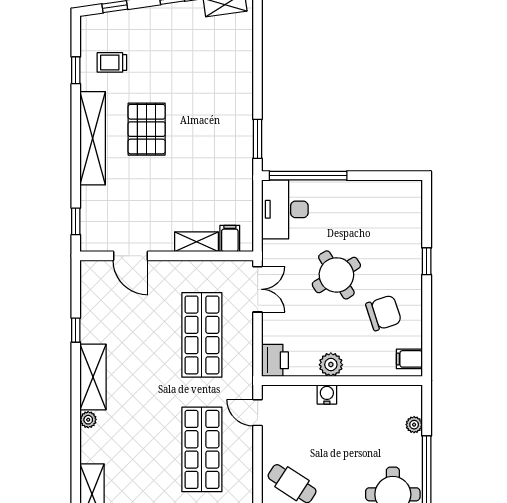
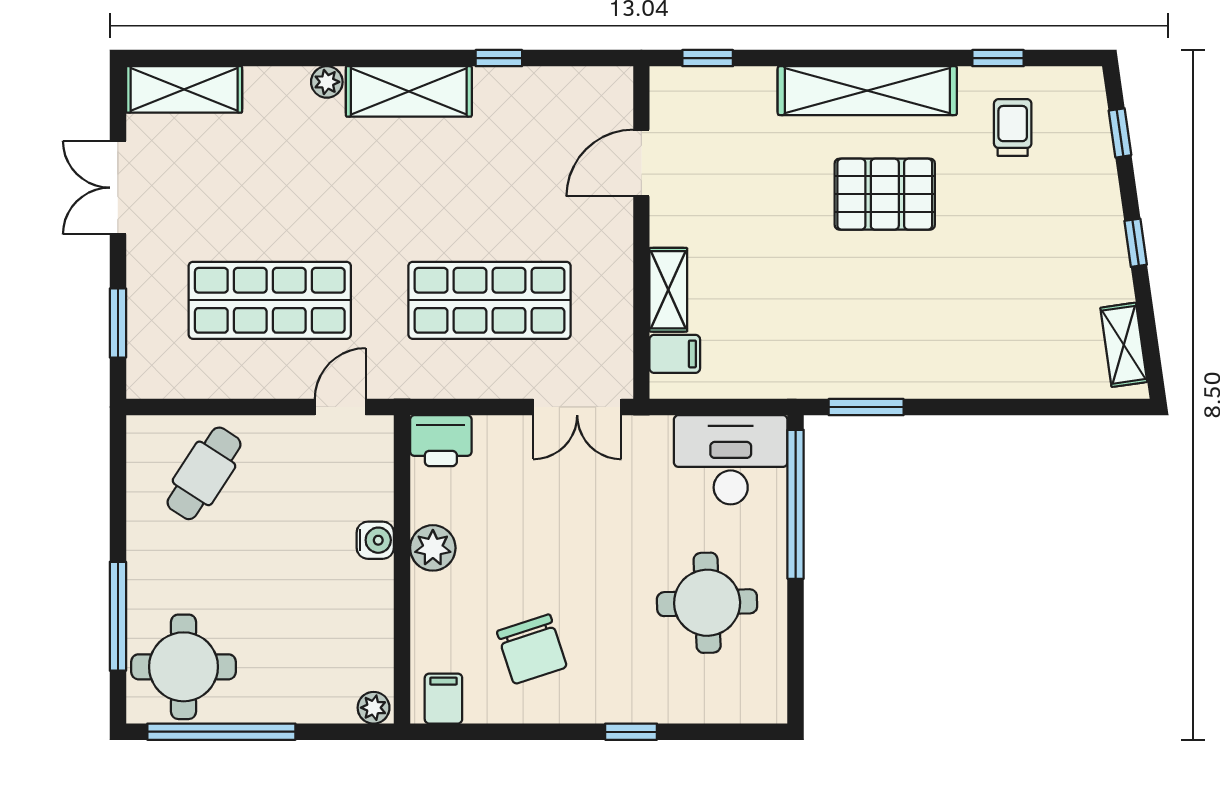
round table: (336, 275) -> (707, 603), moved, turned 30
plant: (414, 425) -> (374, 708), moved

